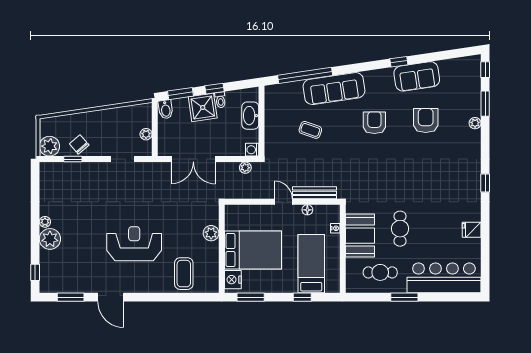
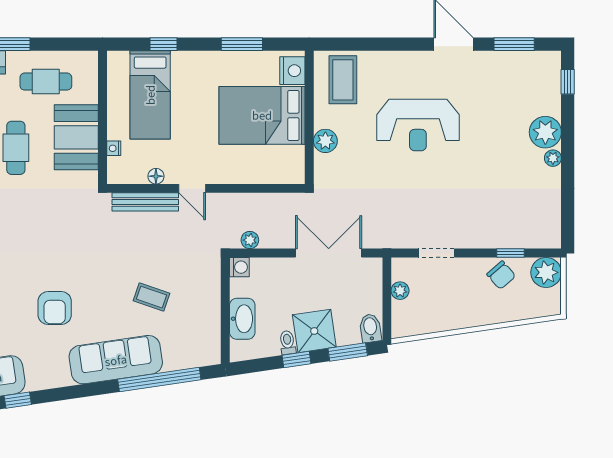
plant: (211, 233) -> (325, 141), moved
wall: (222, 249) -> (309, 117), moved
bed: (253, 250) -> (262, 115), moved
nightstand: (233, 280) -> (292, 71), moved

